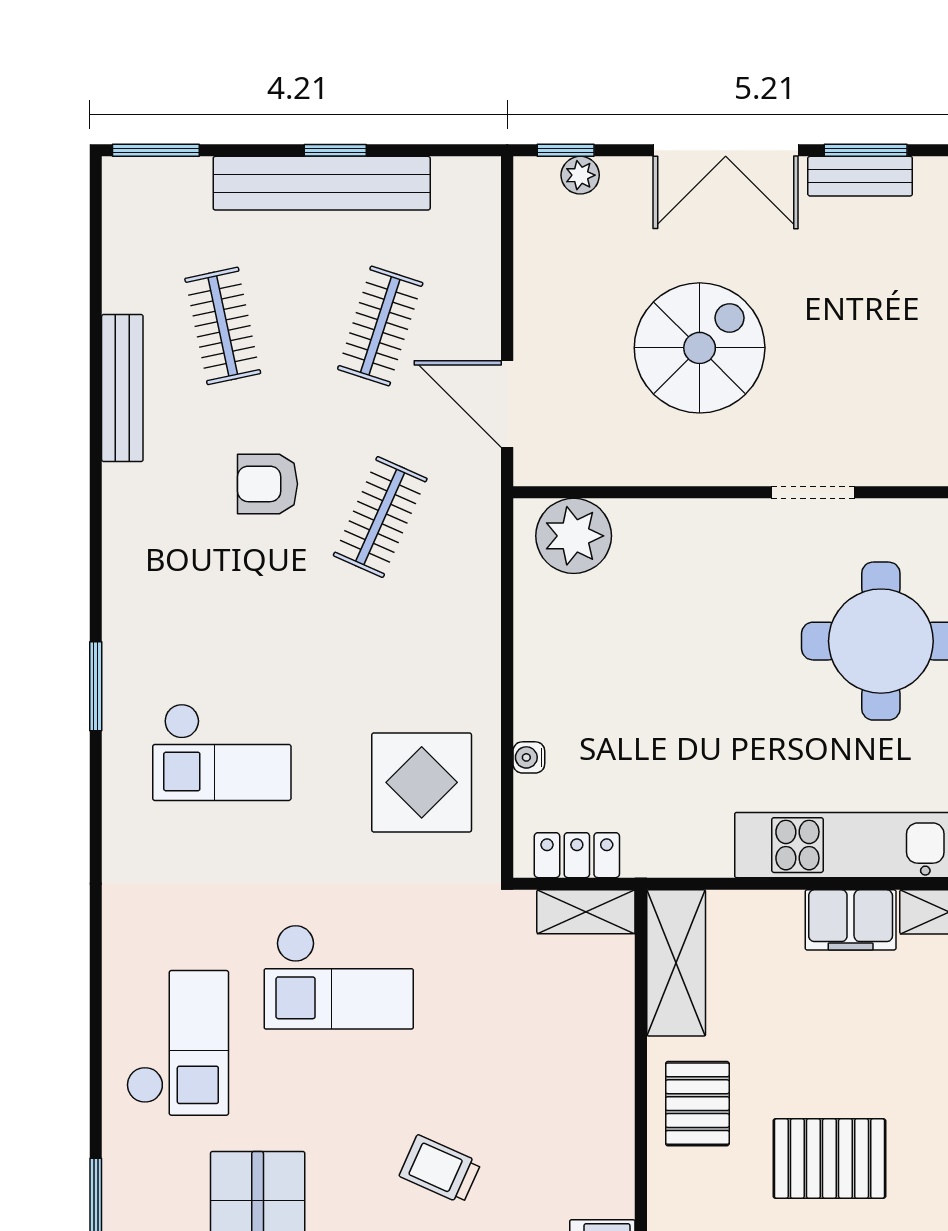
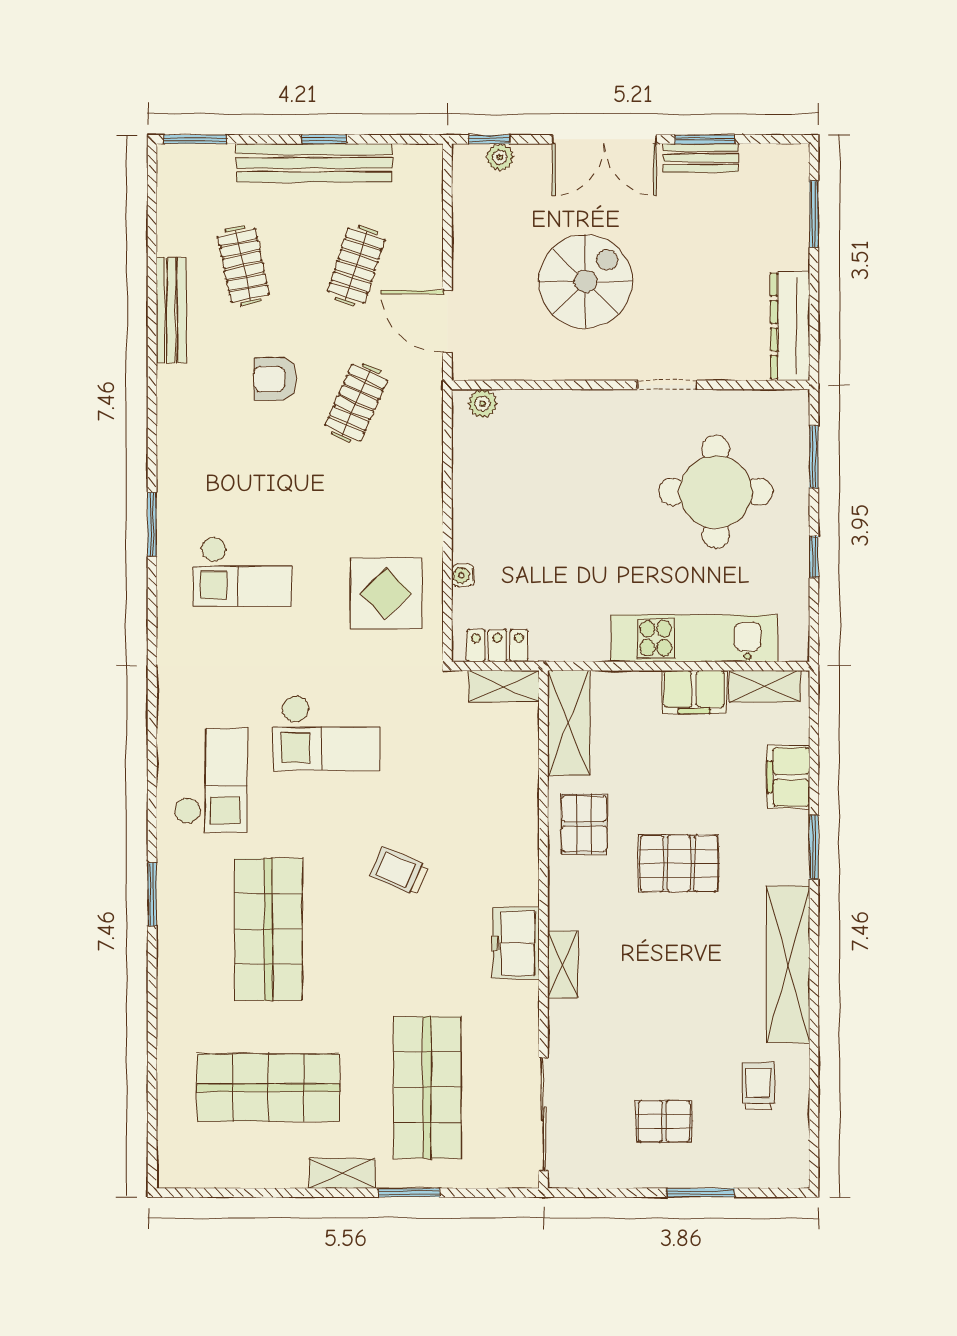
plant: (574, 536) -> (482, 404), width x0.53, depth x0.53

